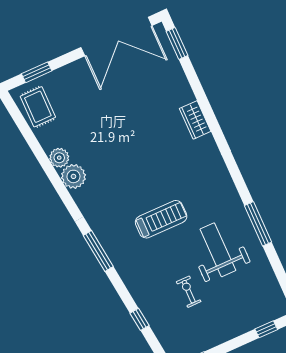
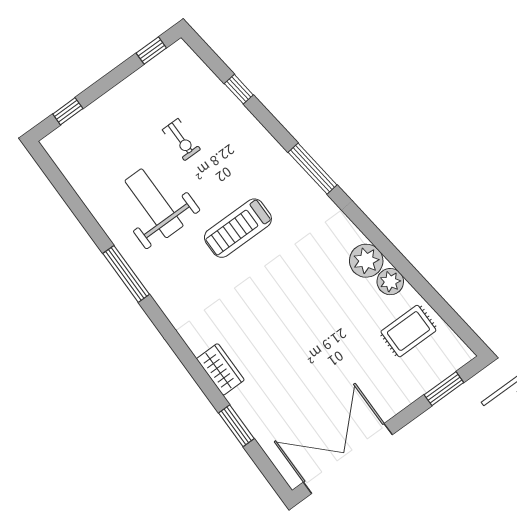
window: (177, 43) -> (236, 426), moved
rug: (38, 107) -> (408, 331), moved, turned 90
window: (258, 224) -> (126, 274), moved
weight bench: (218, 250) -> (154, 203), turned 180

